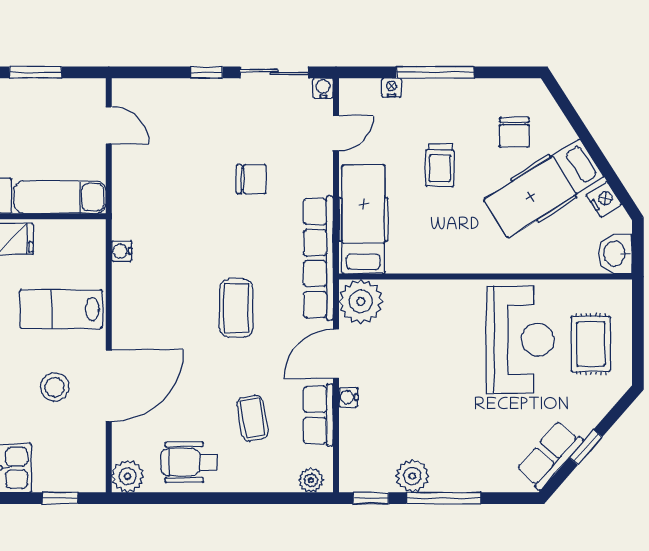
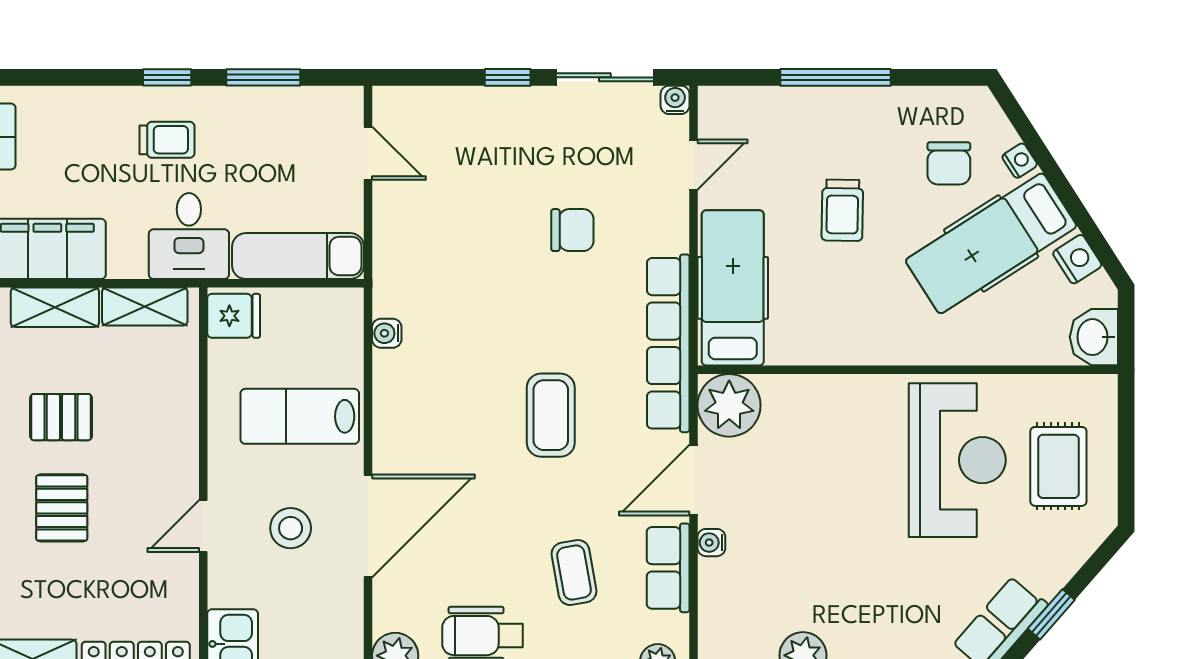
nightstand: (392, 87) -> (1020, 161), moved, turned 57

